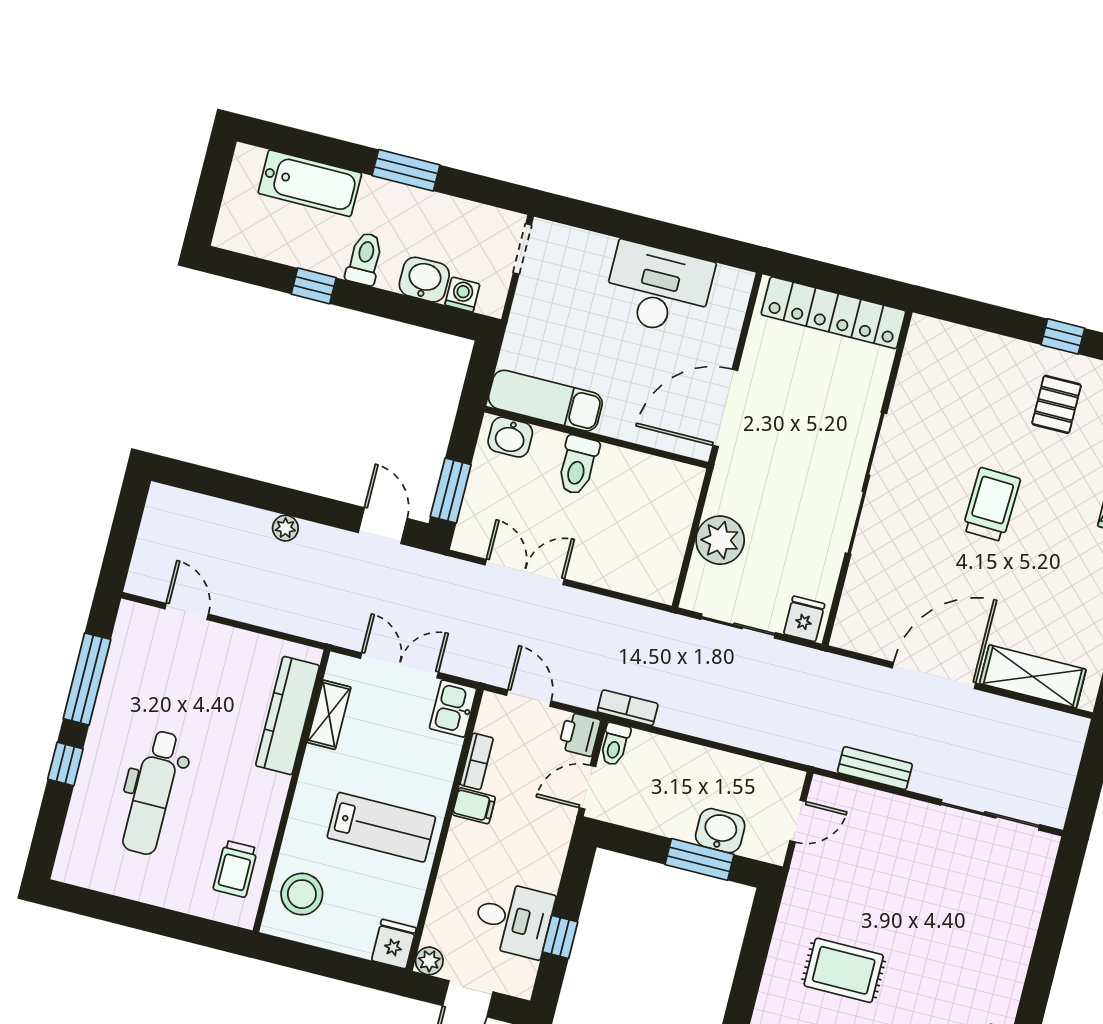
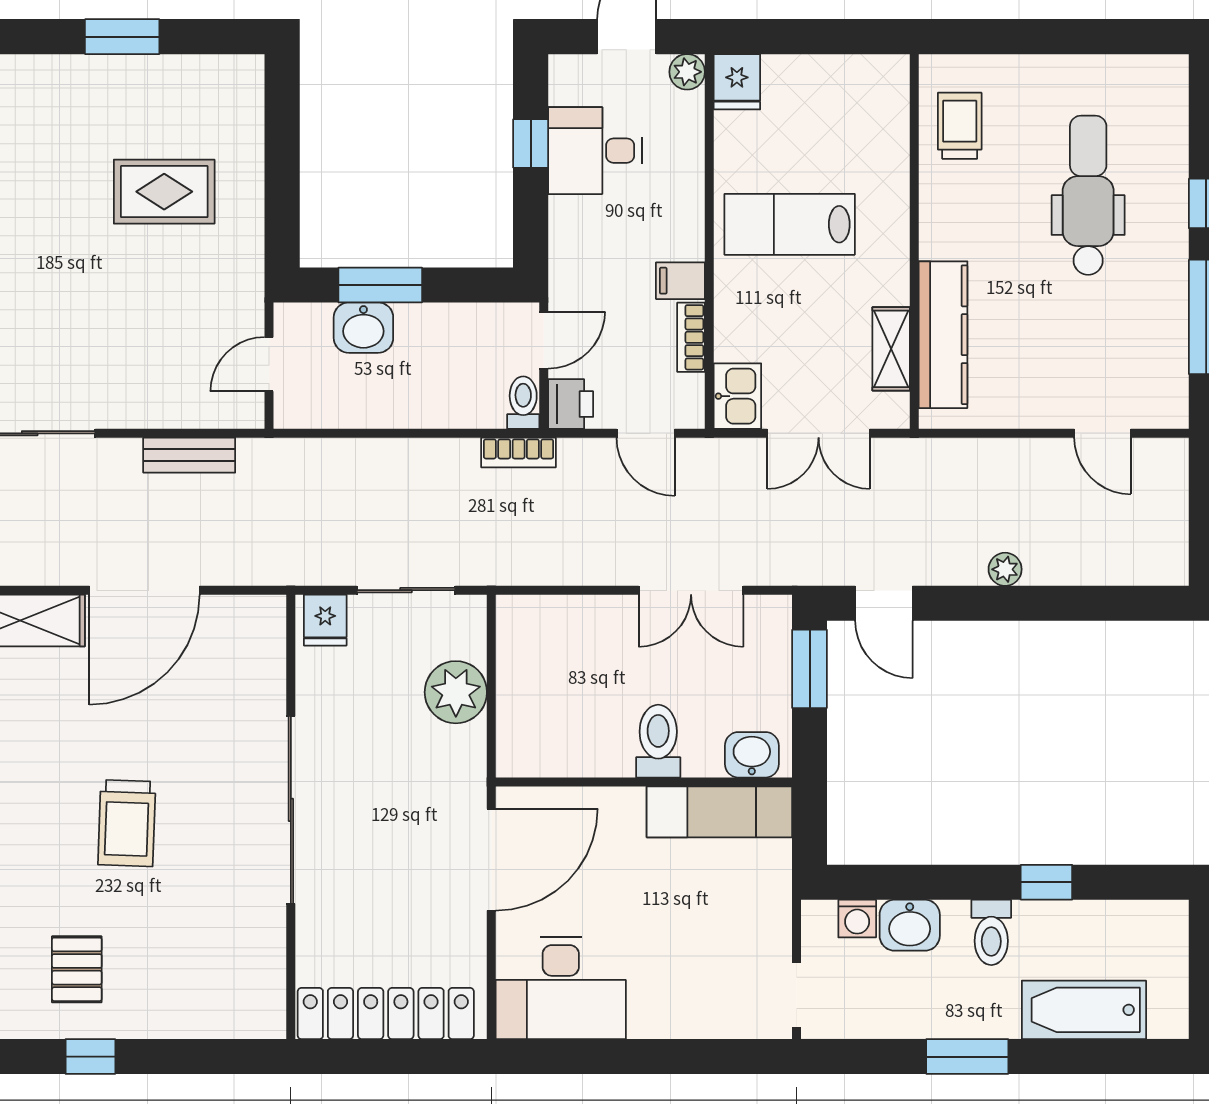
desk: (658, 289) -> (561, 988), moved
stool: (302, 894) -> (868, 115), removed

